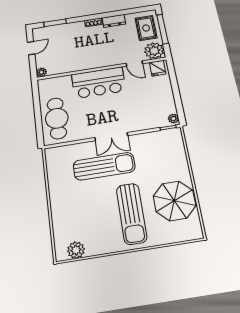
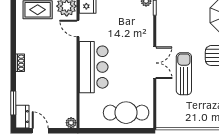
dresser: (114, 21) -> (22, 117), moved
door: (134, 63) -> (78, 28), swing flipped
sun lounger: (104, 166) -> (184, 74), width x0.73, depth x0.75

